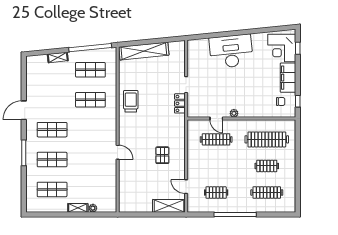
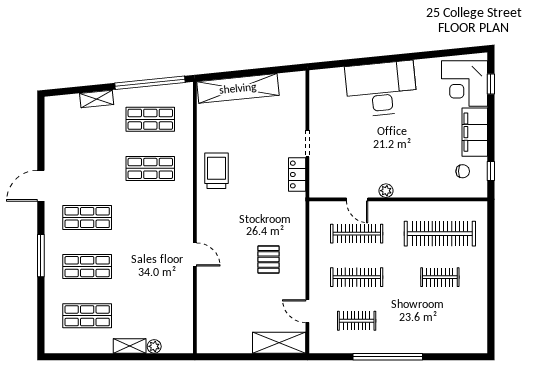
clothes rail: (267, 193) -> (357, 277), moved

